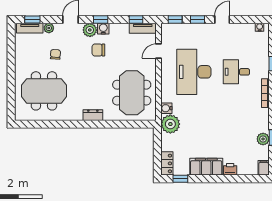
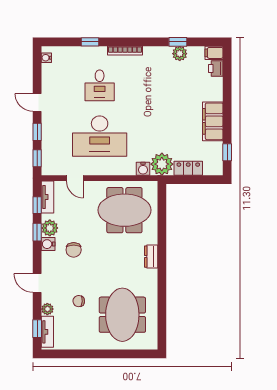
window: (101, 19) -> (37, 232), moved
plant: (90, 30) -> (50, 228), moved
locker: (167, 163) -> (188, 168), moved
printer: (230, 169) -> (216, 69), moved

